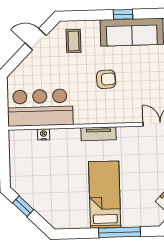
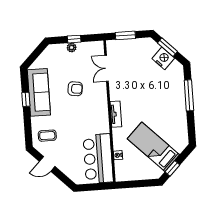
door: (36, 39) -> (47, 164), hinge flipped
armchair: (106, 79) -> (75, 89), moved, turned 101
bed: (105, 195) -> (153, 147), moved, turned 45

